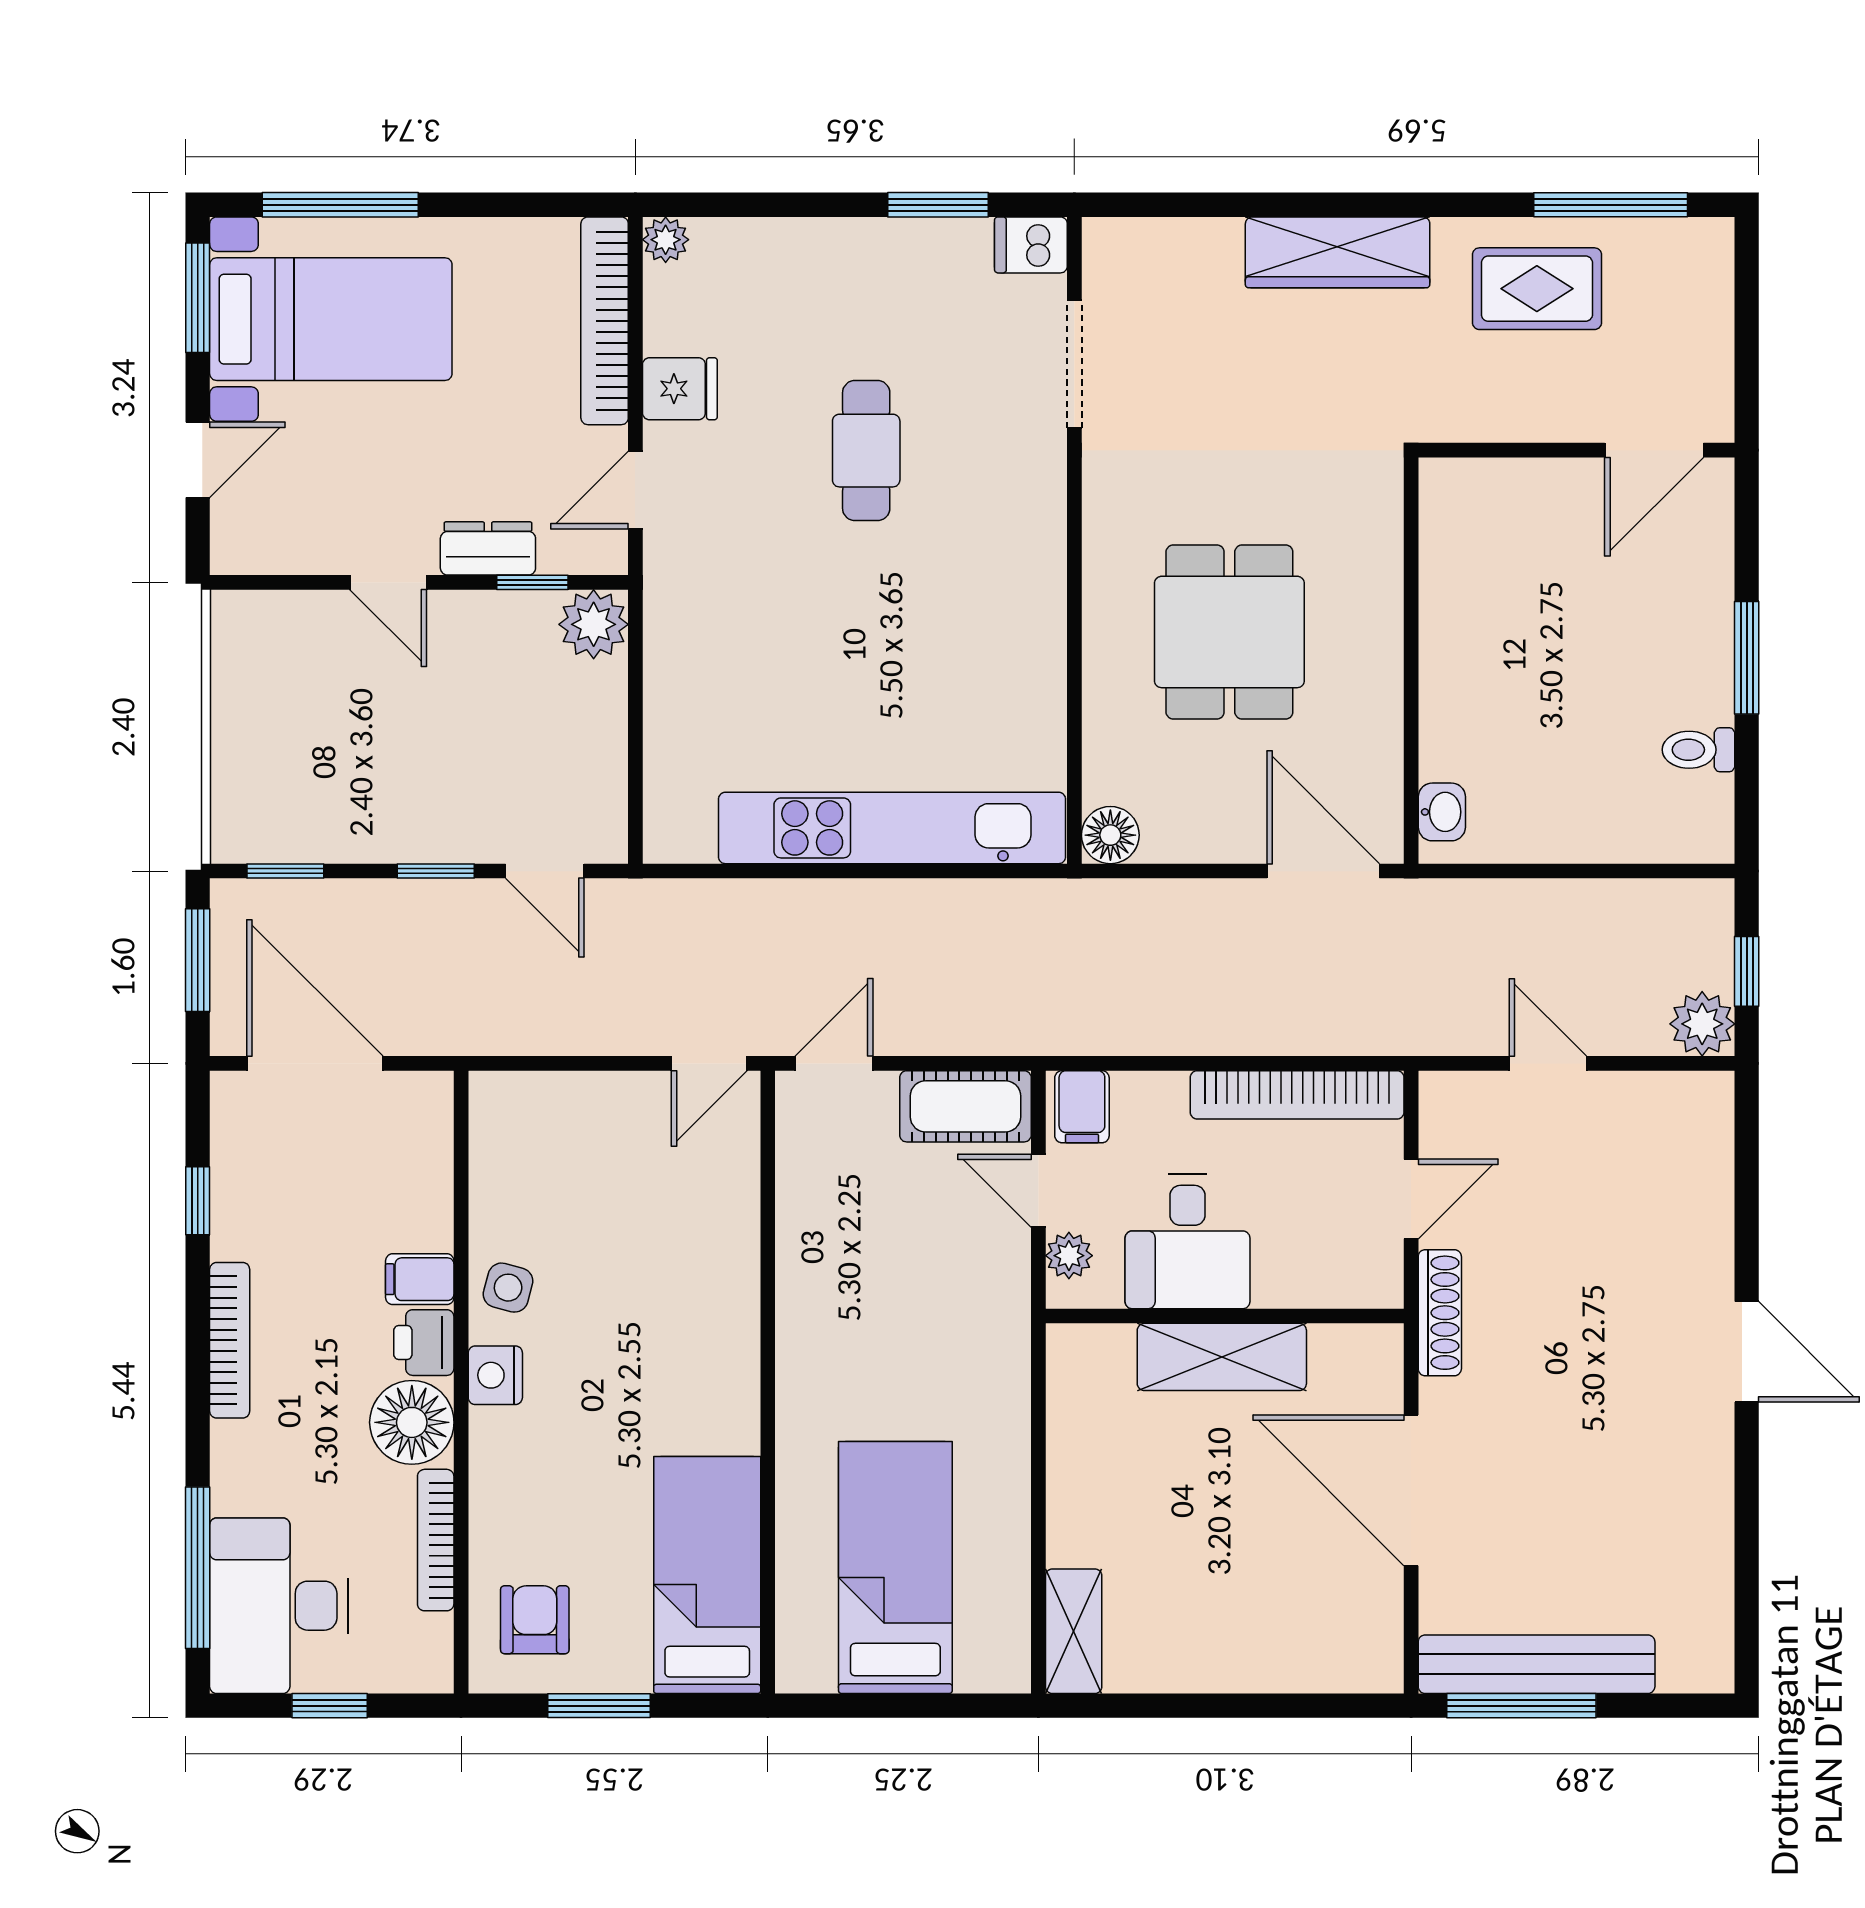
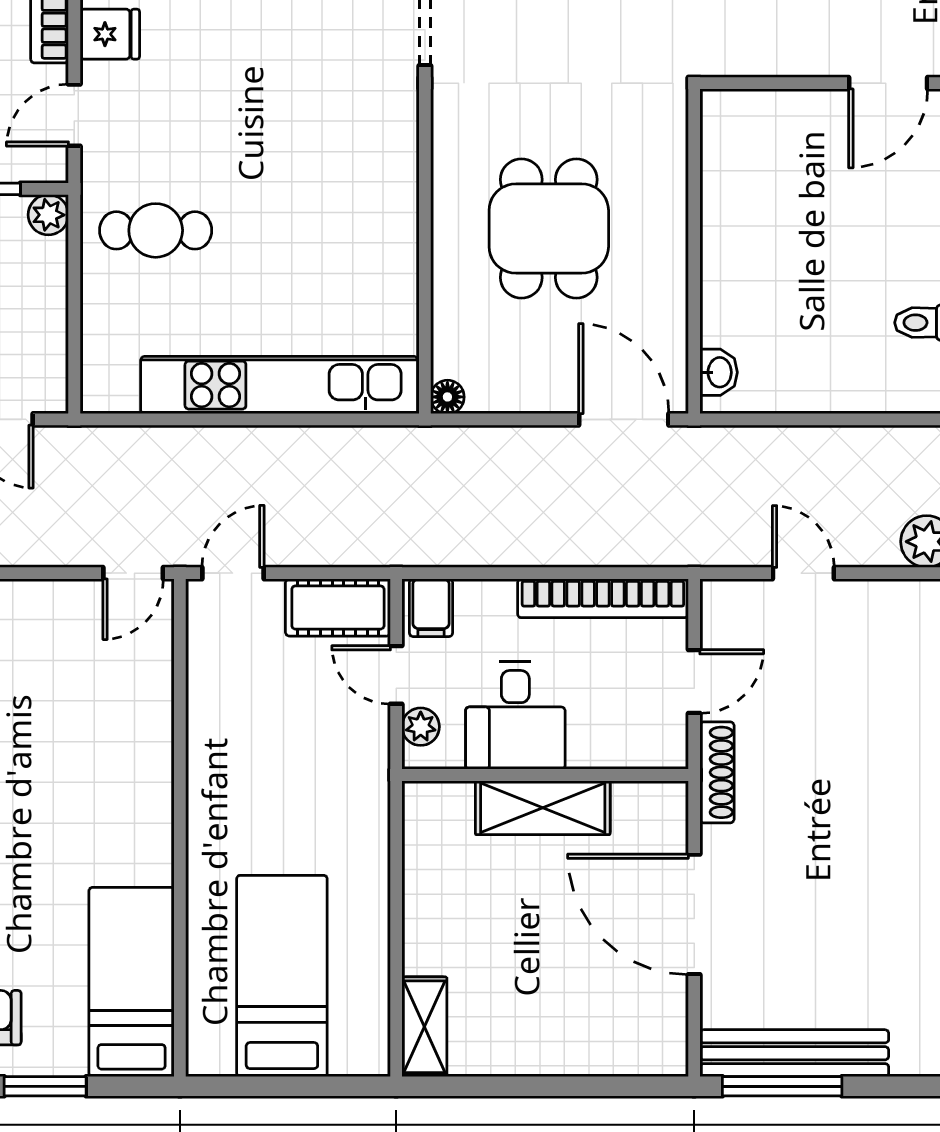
cafe table: (866, 451) -> (156, 230), moved, turned 90
plant: (594, 624) -> (48, 215), width x0.73, depth x0.73
floor lamp: (1110, 835) -> (447, 397), width x0.73, depth x0.73

